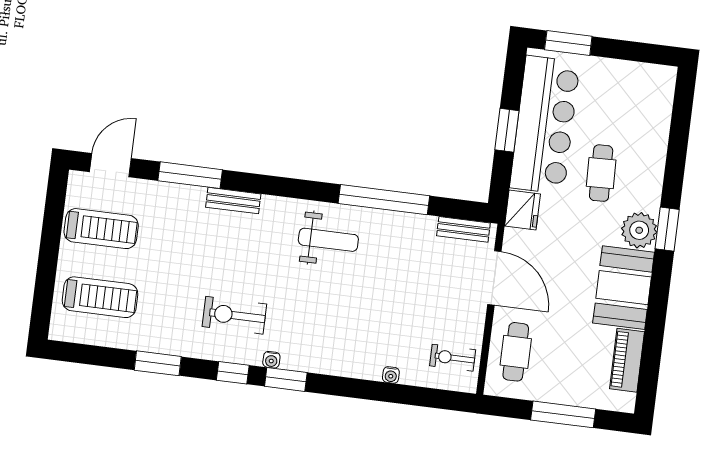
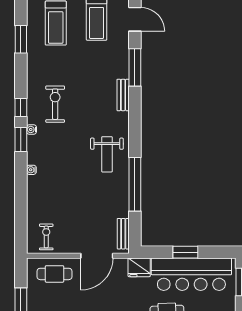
window: (158, 363) -> (21, 39), moved
water cooler: (391, 375) -> (31, 170), moved

